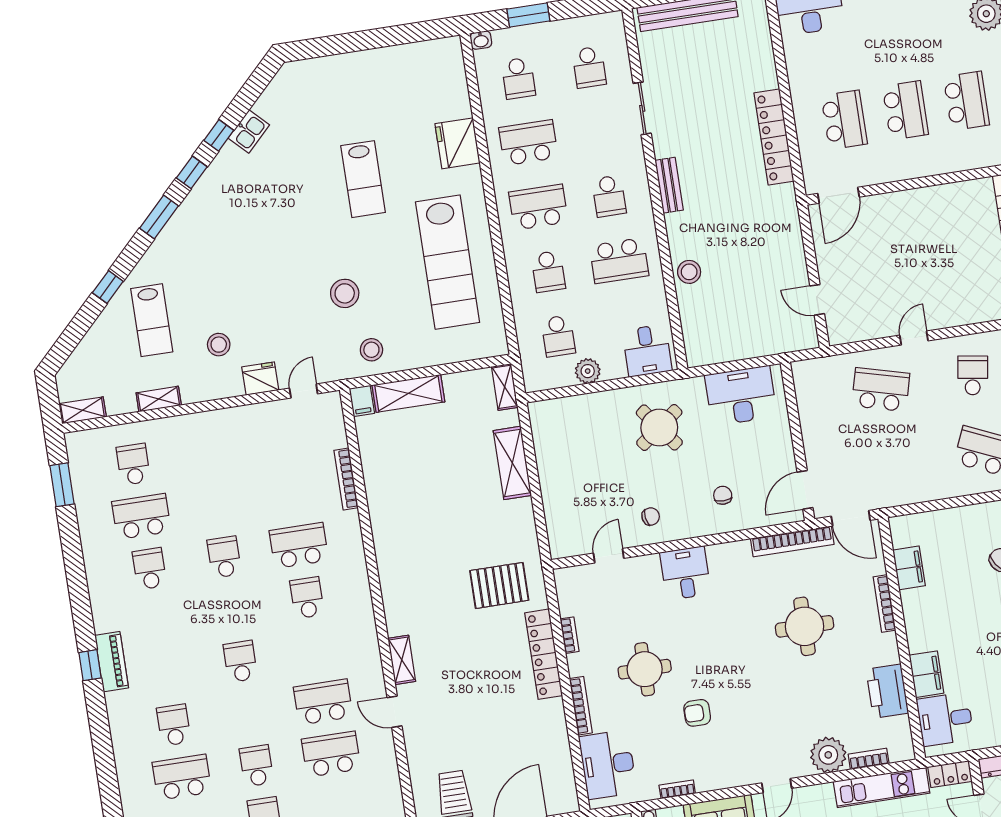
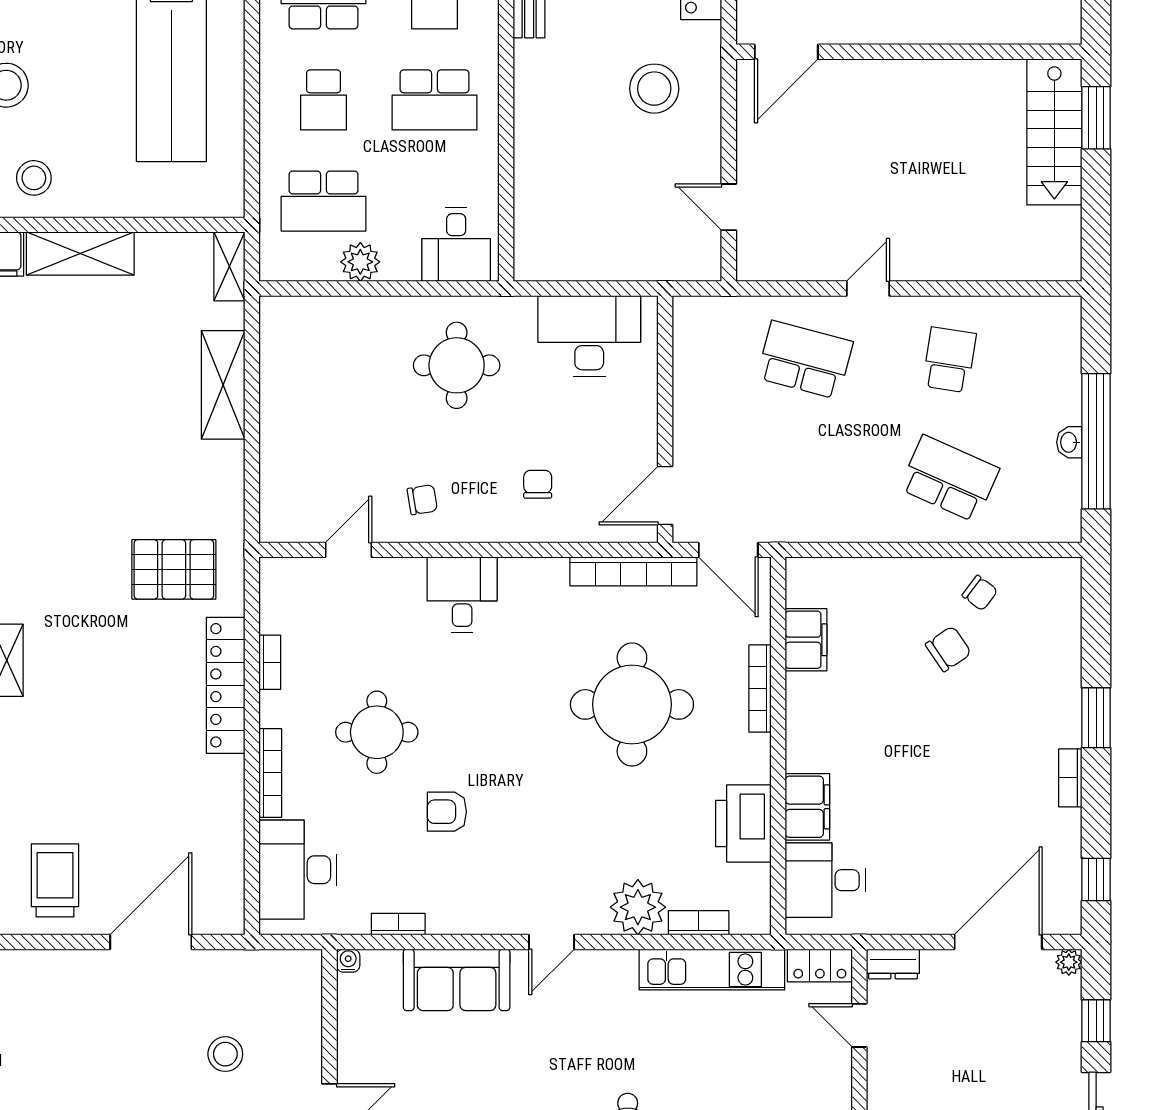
stool: (689, 272) -> (654, 89), moved, width x1.38, depth x1.38
school desk: (558, 336) -> (324, 201), width x1.85
round table: (659, 428) -> (457, 365), turned 37
round table: (805, 626) -> (632, 704), width x1.36, depth x1.36

